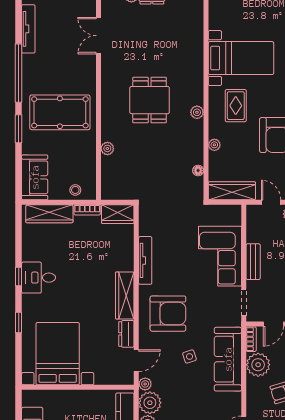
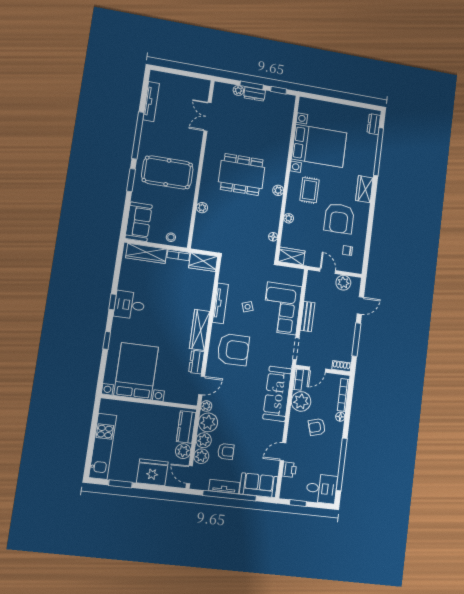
bed with nightstands: (241, 58) -> (319, 146), width x1.36
dining table: (150, 100) -> (242, 175), width x1.38
wardrobe: (232, 191) -> (292, 256), width x0.67
side table: (189, 356) -> (248, 307), moved

